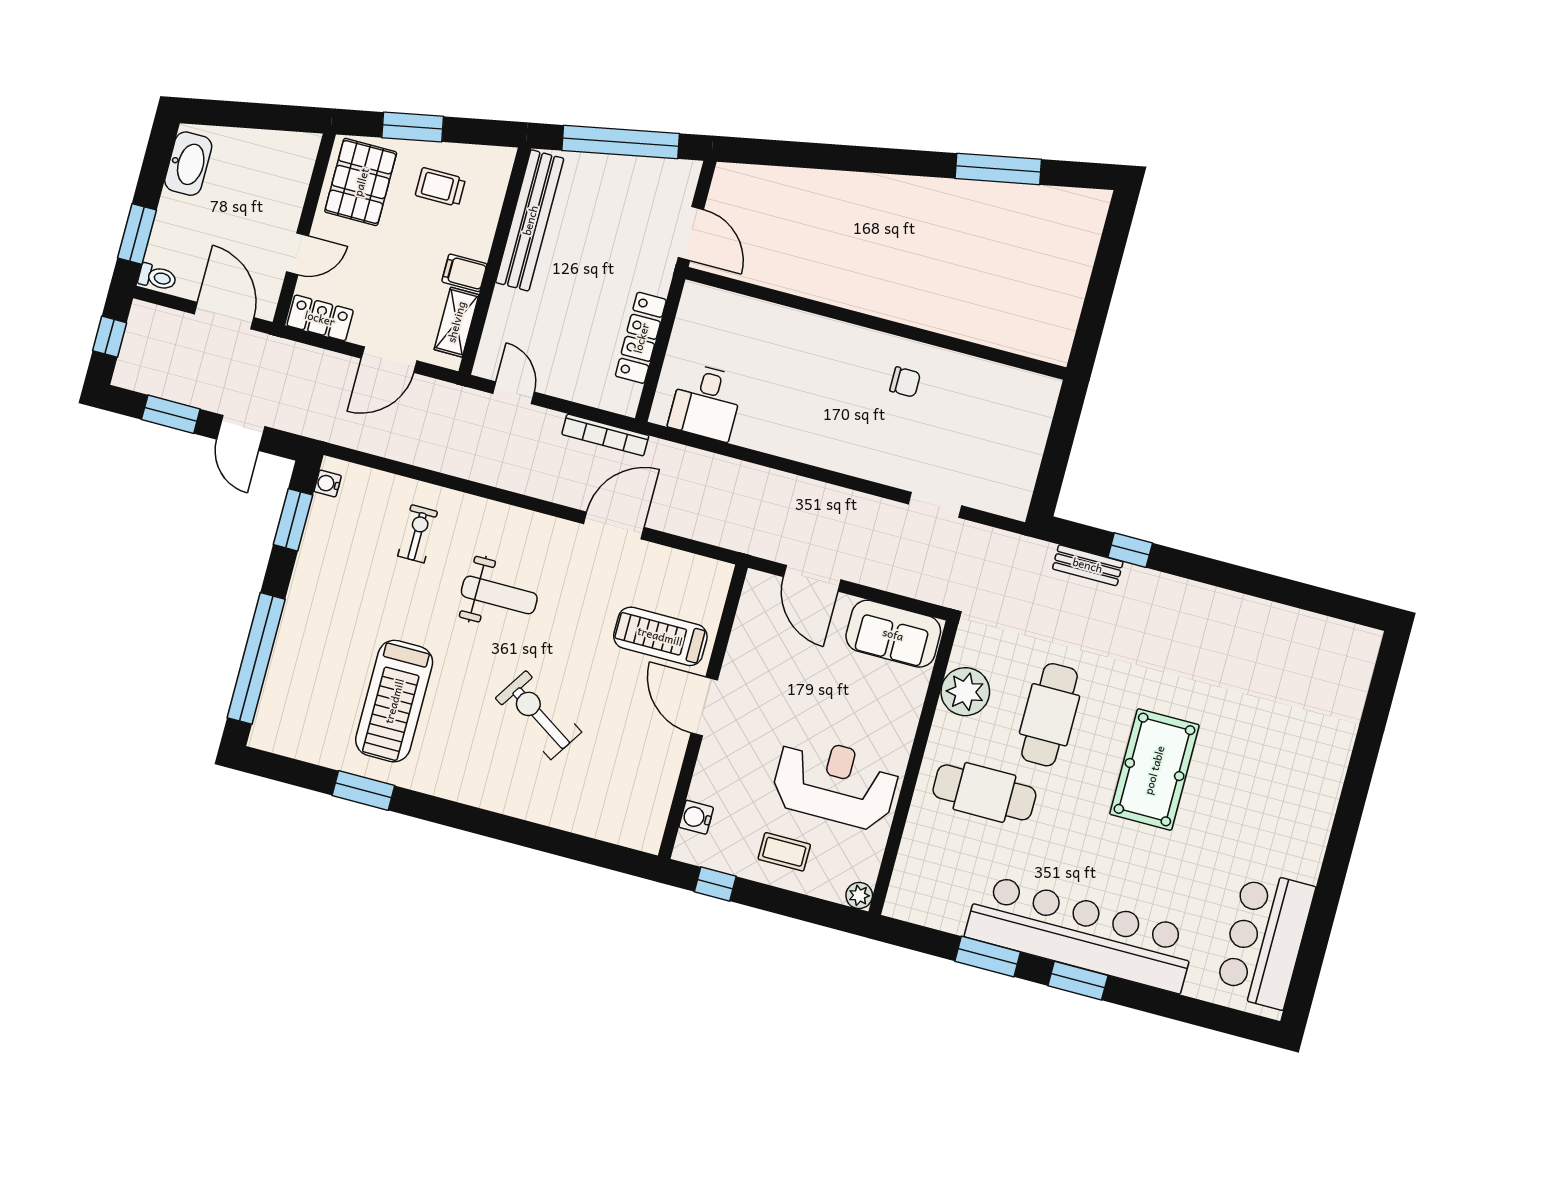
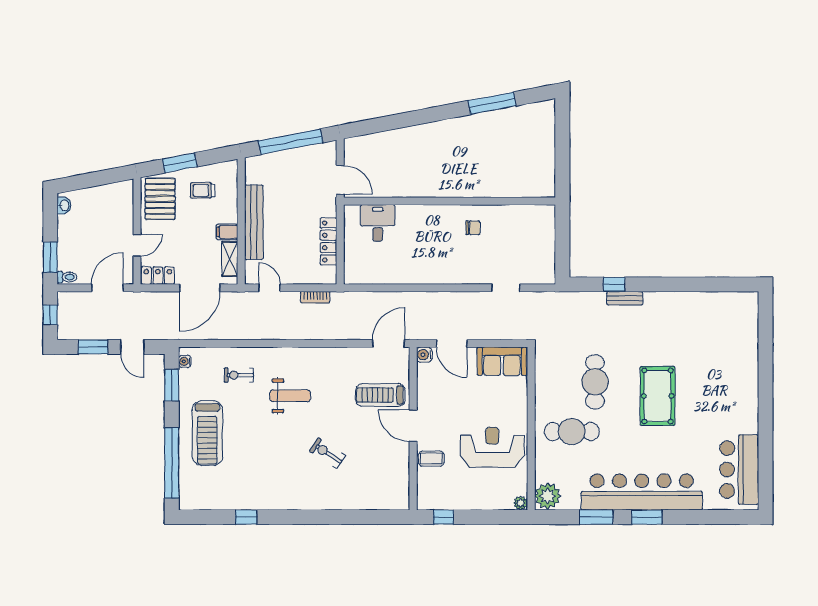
washbasin: (188, 164) -> (64, 205), width x0.52, depth x0.69
bench: (530, 220) -> (254, 222), moved
door: (224, 316) -> (107, 288), hinge flipped
door: (389, 360) -> (200, 288), width x1.36
desk: (706, 402) -> (378, 223), moved, turned 180
bookcase: (605, 435) -> (315, 297), width x0.64
door: (614, 525) -> (389, 343), moved
exercise bike: (418, 534) -> (239, 375), turned -90
bench: (1088, 565) -> (625, 298), moved
plant: (965, 692) -> (548, 496), moved
treadmill: (394, 701) -> (207, 433), moved
exercise bike: (538, 715) -> (327, 453), width x0.73, depth x0.72
window: (363, 790) -> (246, 517), width x0.67
water cooler: (696, 817) -> (424, 355), moved
coffee table: (784, 852) -> (431, 459), moved

